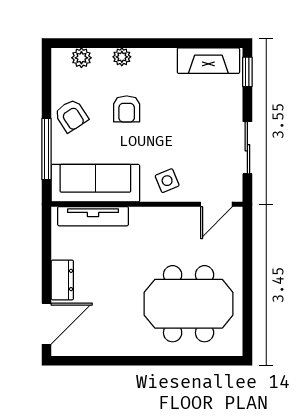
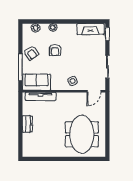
sofa: (95, 183) -> (36, 82), width x0.73
meeting table: (189, 304) -> (82, 134), turned 90
door: (47, 324) -> (20, 143), removed

